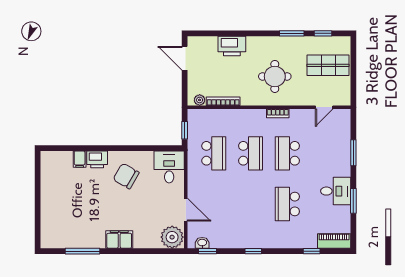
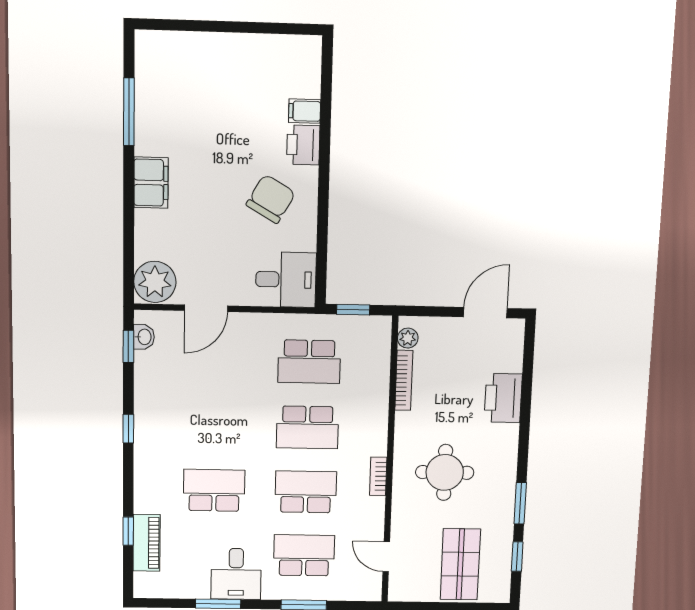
school desk: (324, 153) -> (304, 555), added
piano: (334, 241) -> (147, 543), moved

